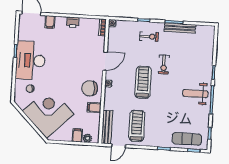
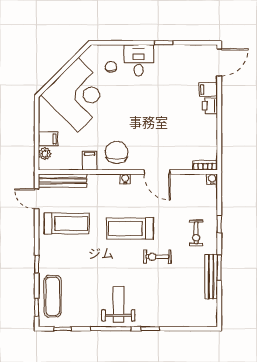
printer: (73, 22) -> (210, 106), moved
desk: (31, 60) -> (139, 60), width x0.53, depth x0.77
treadmill: (143, 82) -> (130, 229), turned 180

